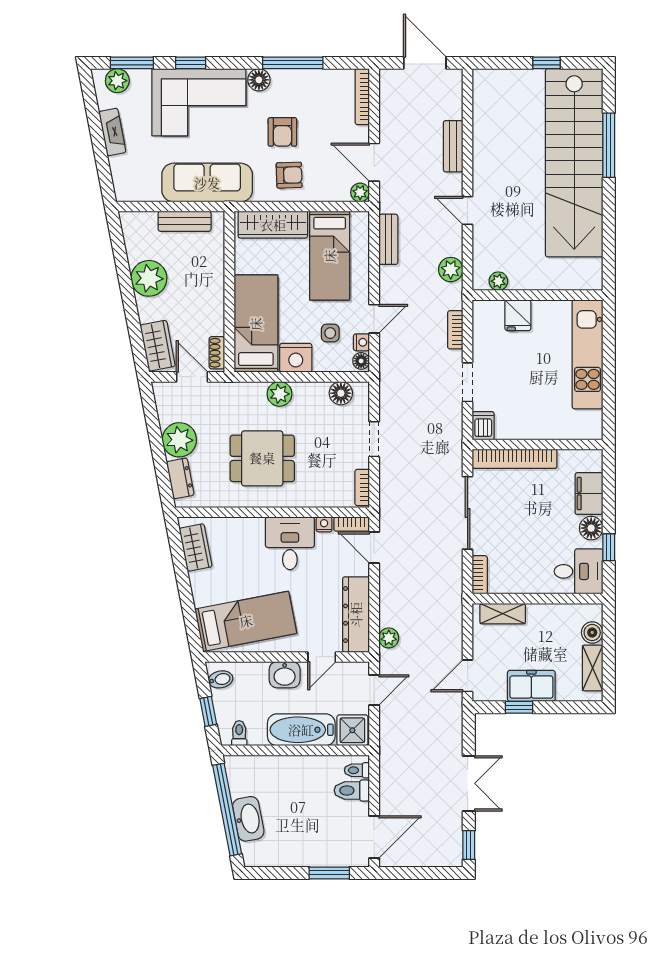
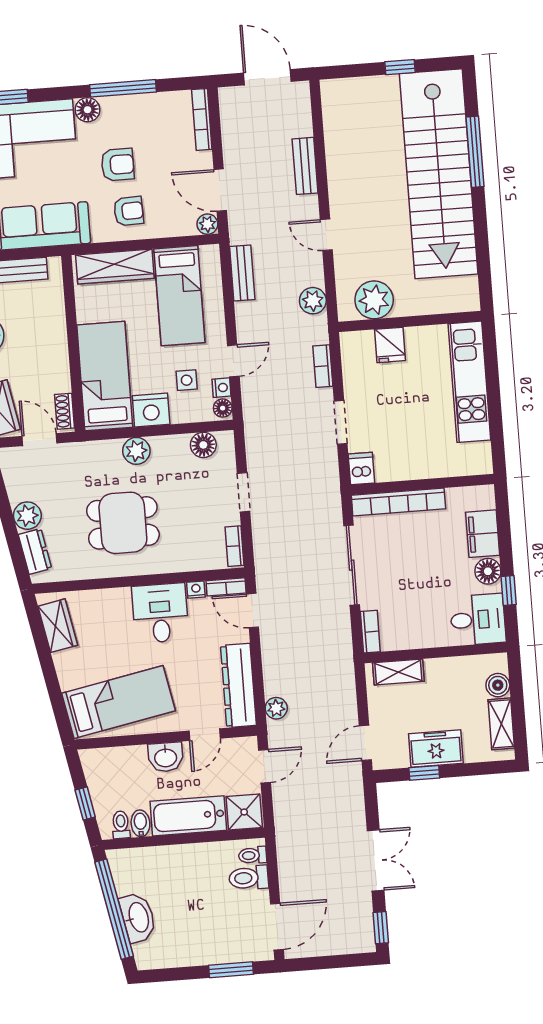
armchair: (282, 132) -> (118, 165), turned -90
plant: (498, 281) -> (374, 300), width x1.88, depth x1.88
plant: (179, 440) -> (27, 516), width x0.73, depth x0.73
bidet: (221, 679) -> (140, 823), moved, turned -79

